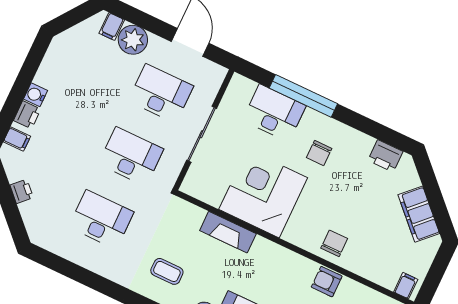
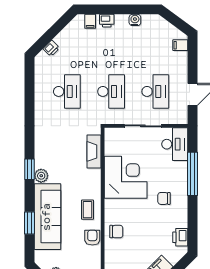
plant: (133, 40) -> (178, 61), removed
water cooler: (35, 95) -> (135, 20), moved
desk: (274, 113) -> (175, 144), moved
printer: (22, 191) -> (51, 48), moved
fireplace: (228, 232) -> (94, 151), moved
coffee table: (167, 271) -> (87, 210), moved

